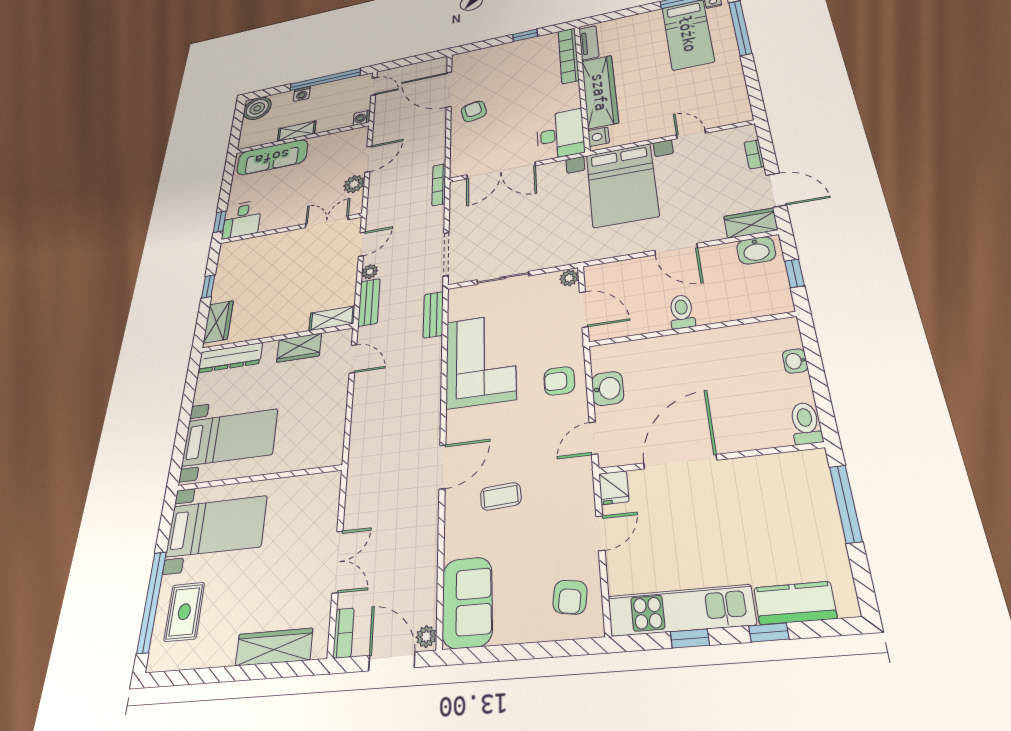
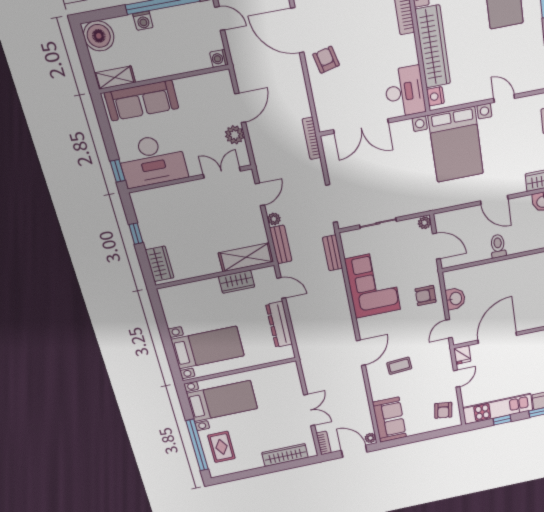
shelving: (297, 131) -> (115, 78), moved
desk: (242, 219) -> (152, 161), width x1.87, depth x1.30
shelving: (332, 318) -> (246, 257), width x1.50, depth x1.33
dresser: (230, 358) -> (279, 324), moved, turned 90

